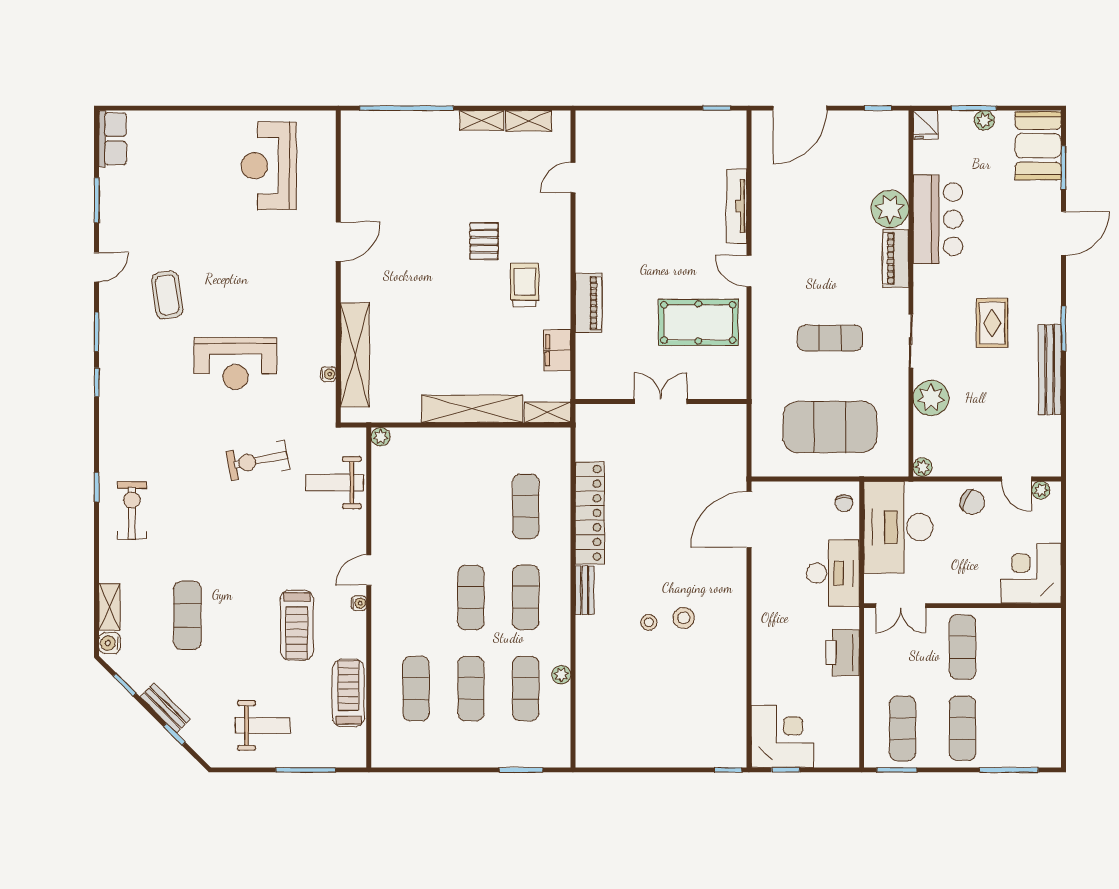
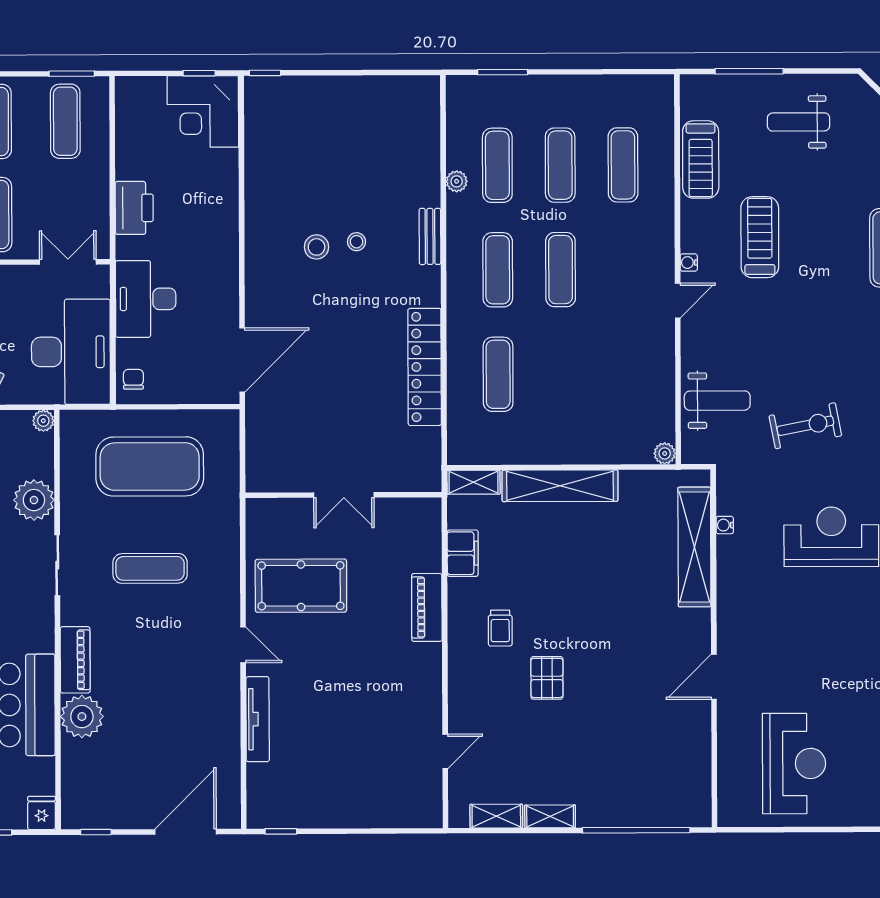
trolley: (525, 285) -> (500, 628), width x0.73, depth x0.72
bench: (585, 590) -> (430, 236), moved

